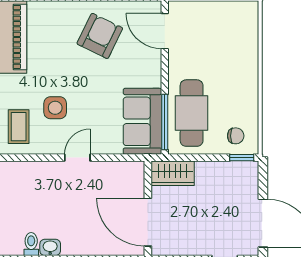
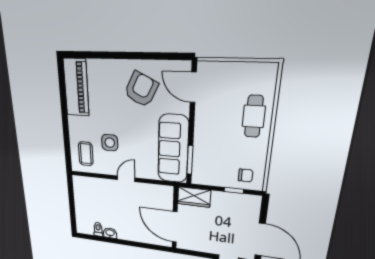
cafe table: (192, 113) -> (254, 116), moved, width x0.73, depth x0.74
sofa: (142, 121) -> (173, 149), width x1.36
window: (165, 122) -> (190, 160), width x0.69
window: (242, 158) -> (234, 190), moved

